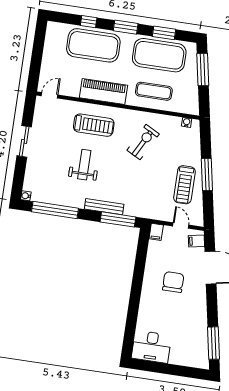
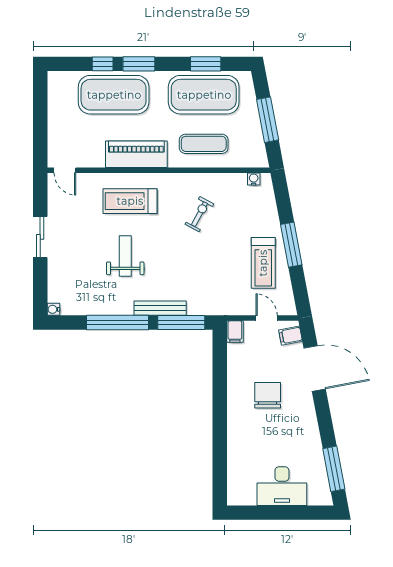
window: (126, 27) -> (139, 64), moved
window: (203, 70) -> (268, 120), moved
door: (50, 95) -> (65, 170), swing flipped
treadmill: (94, 125) -> (130, 201), turned 180
exercise bike: (143, 142) -> (199, 214), width x0.73, depth x0.72
window: (55, 210) -> (117, 322), moved
desk: (151, 347) -> (282, 486), moved

